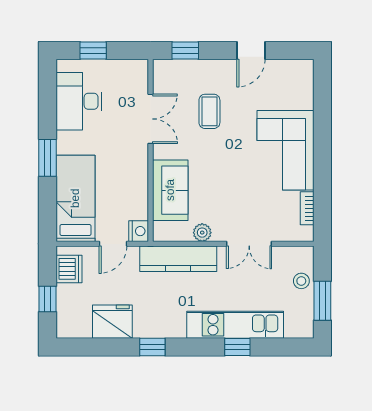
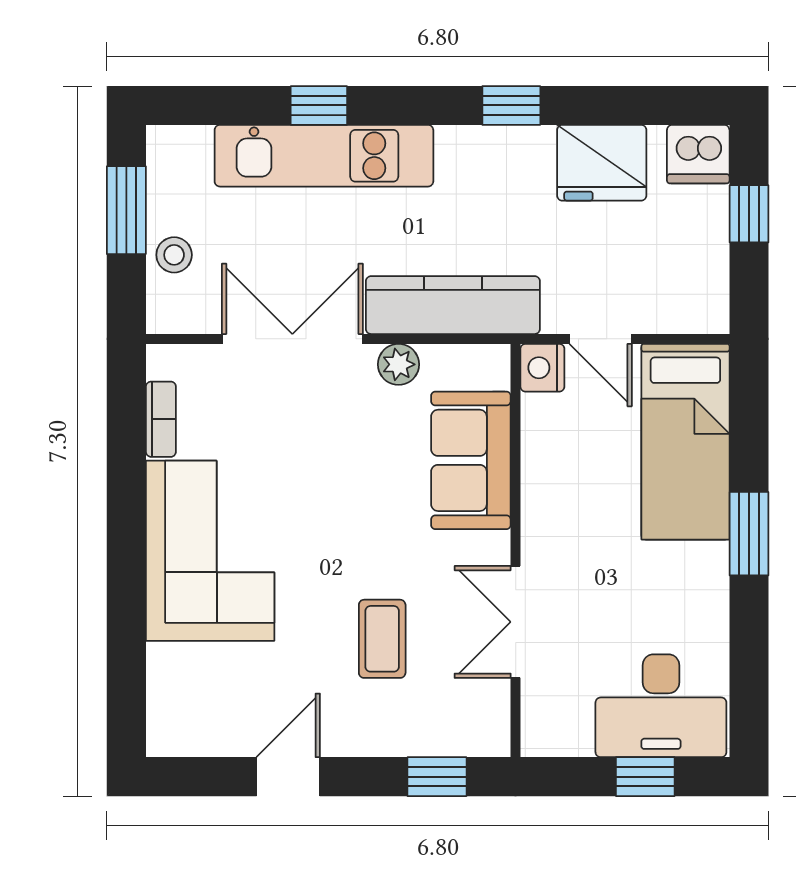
desk: (79, 101) -> (661, 706), moved, turned 90
door: (113, 244) -> (601, 339), swing flipped
double door: (249, 244) -> (292, 339), width x1.37
dishwasher: (69, 269) -> (698, 154), moved, turned -90

